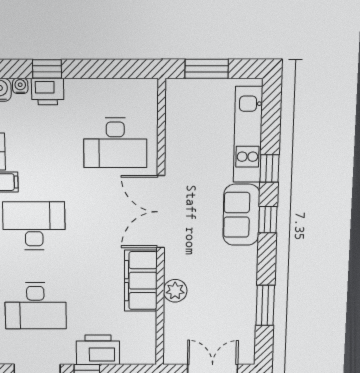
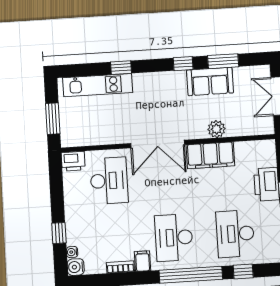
printer: (48, 92) -> (73, 161), moved, turned 90
sofa: (241, 215) -> (210, 81), moved
window: (268, 220) -> (183, 64), moved
desk: (36, 306) -> (235, 234), turned 180

